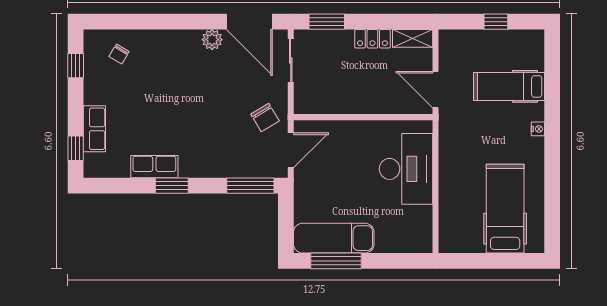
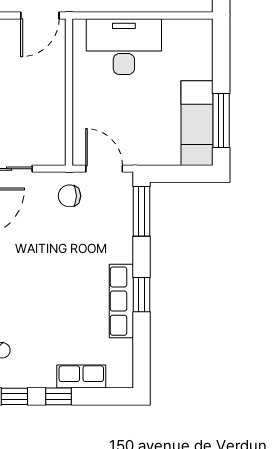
chair: (265, 118) -> (69, 196), turned -149
window: (76, 148) -> (58, 396), moved
row of seats: (154, 167) -> (121, 301), width x1.48

